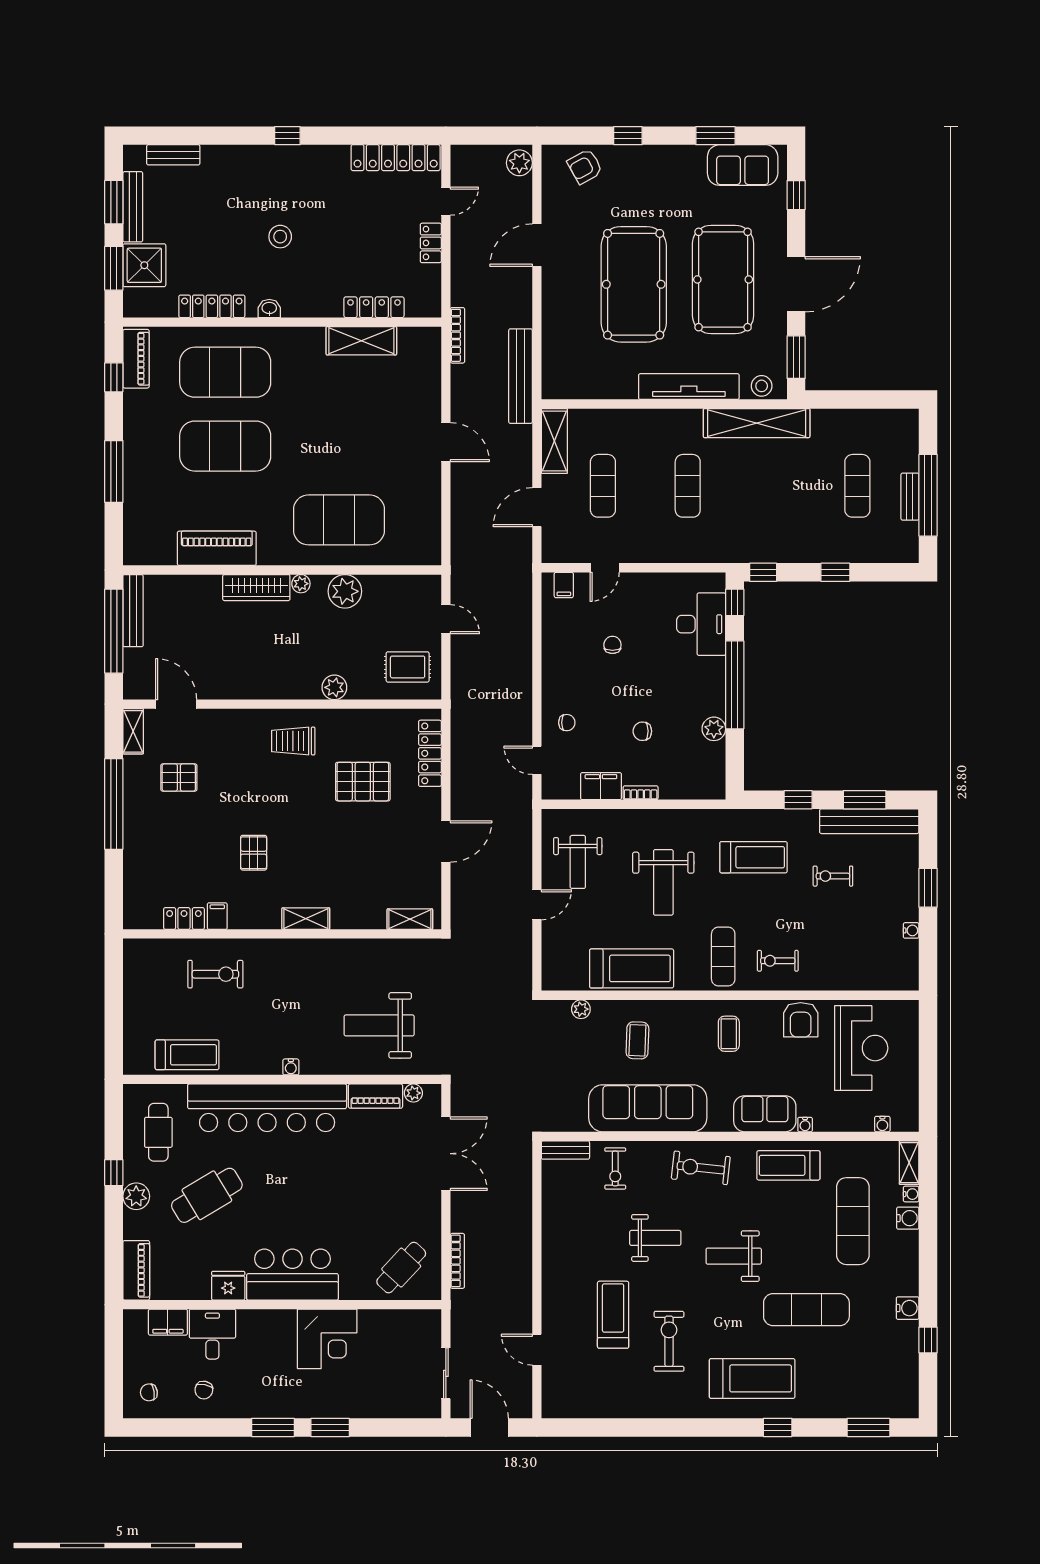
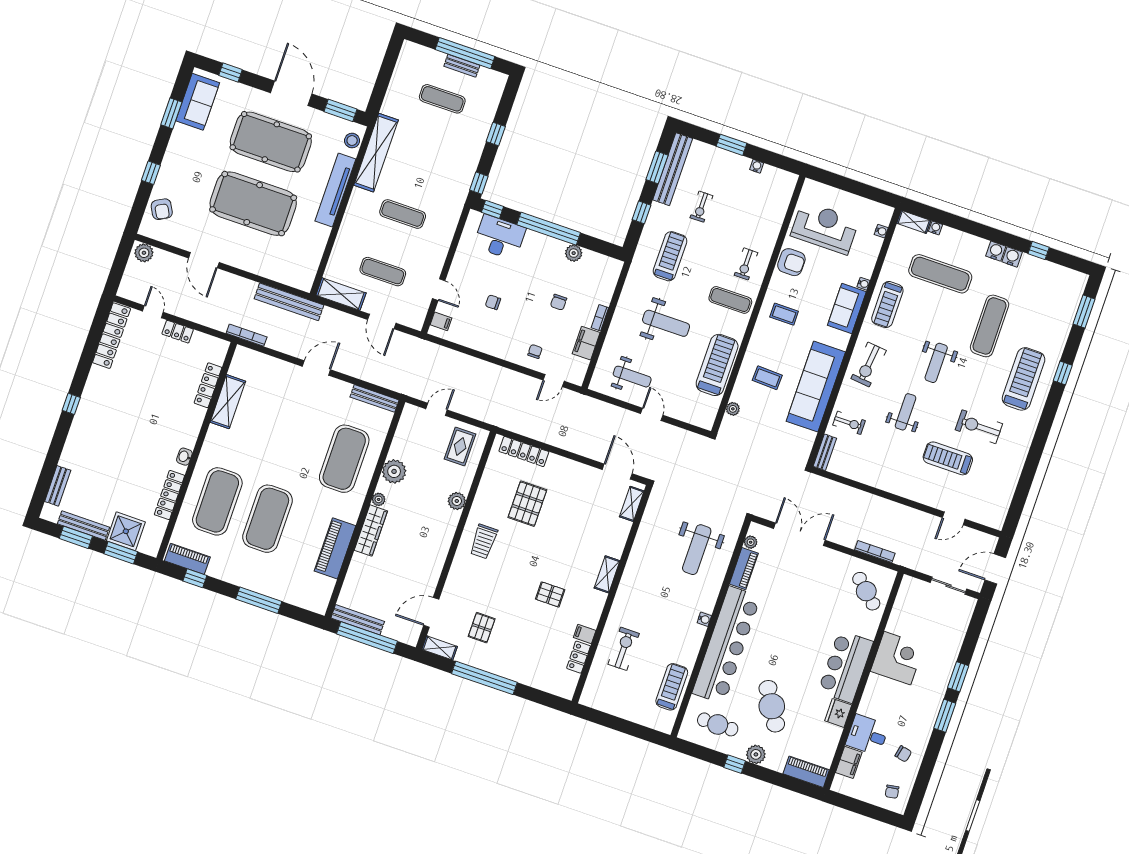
stool: (280, 237) -> (138, 432), removed
bench: (432, 532) -> (375, 398), added
door: (446, 841) -> (617, 472), moved
water cooler: (908, 1218) -> (996, 251), moved

